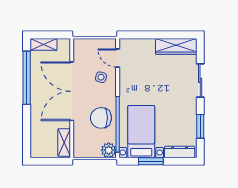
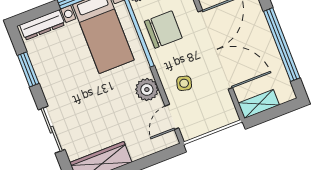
shelving: (44, 44) -> (259, 104), moved
door: (118, 58) -> (172, 117), swing flipped
plant: (127, 83) -> (147, 90), added

